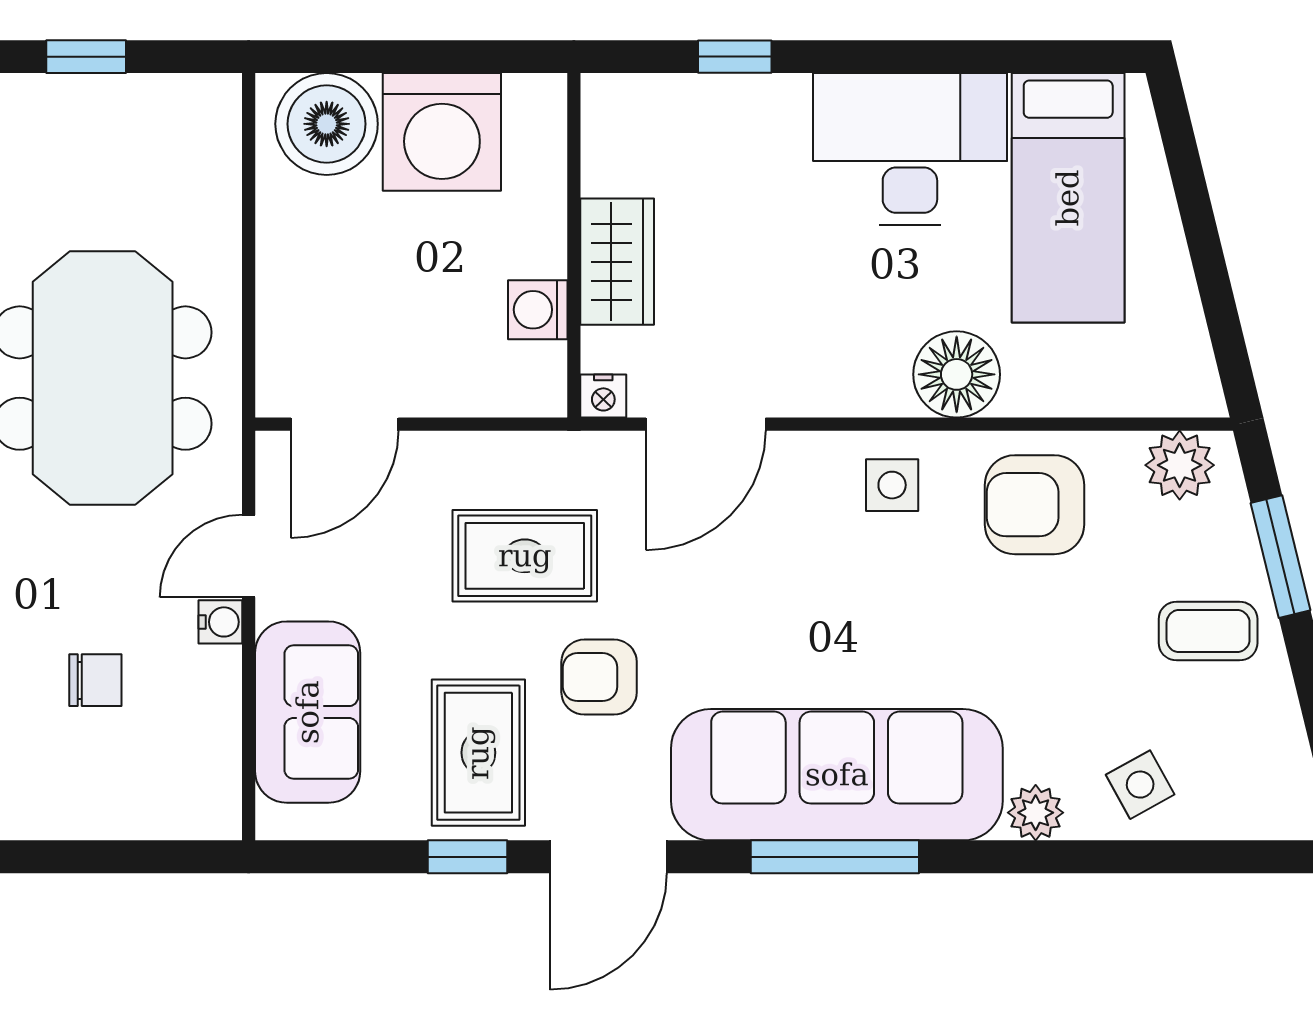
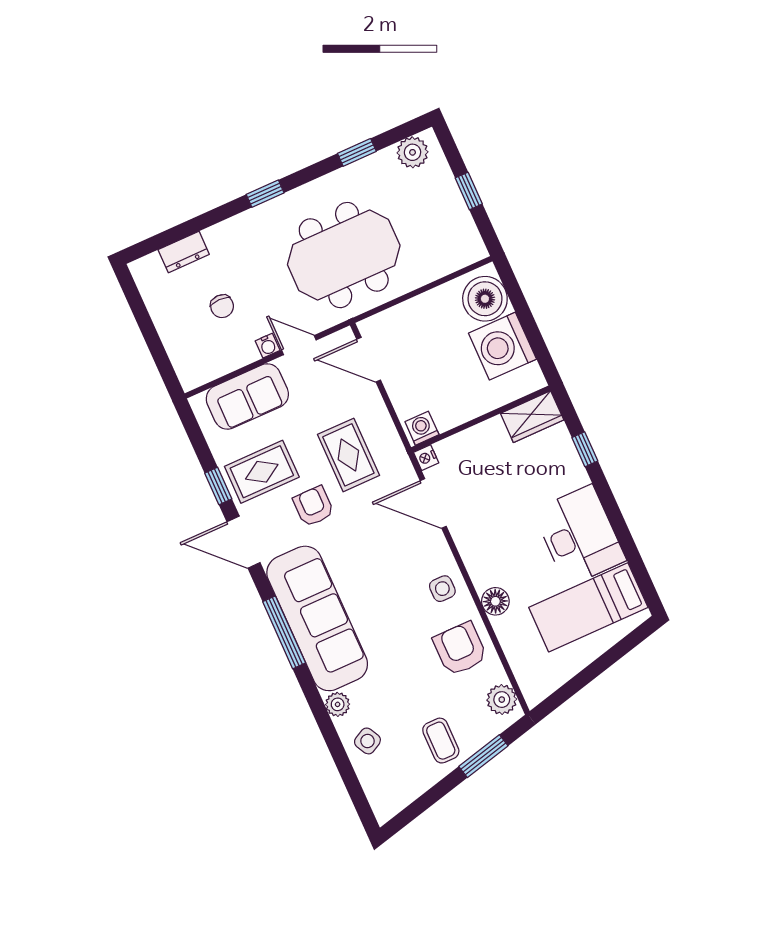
wardrobe: (617, 262) -> (532, 417), moved
washing machine: (538, 310) -> (422, 428), moved
floor lamp: (957, 374) -> (495, 601), width x0.73, depth x0.73

